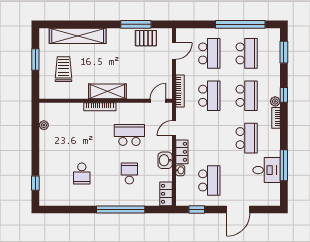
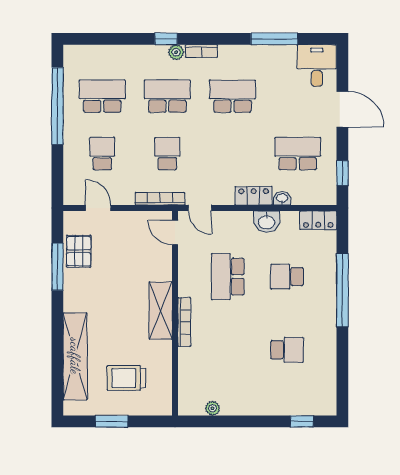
window: (284, 52) -> (100, 39), removed
school desk: (209, 53) -> (102, 154), width x0.54
school desk: (209, 96) -> (167, 154), width x0.54
door: (174, 128) -> (200, 208), moved
desk: (267, 170) -> (317, 66), moved

